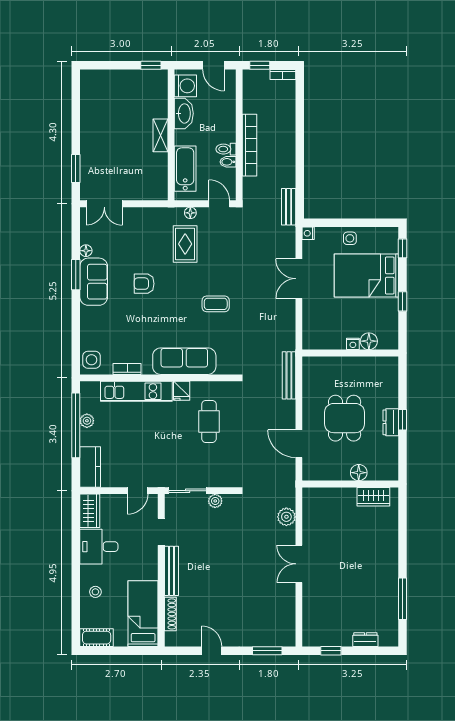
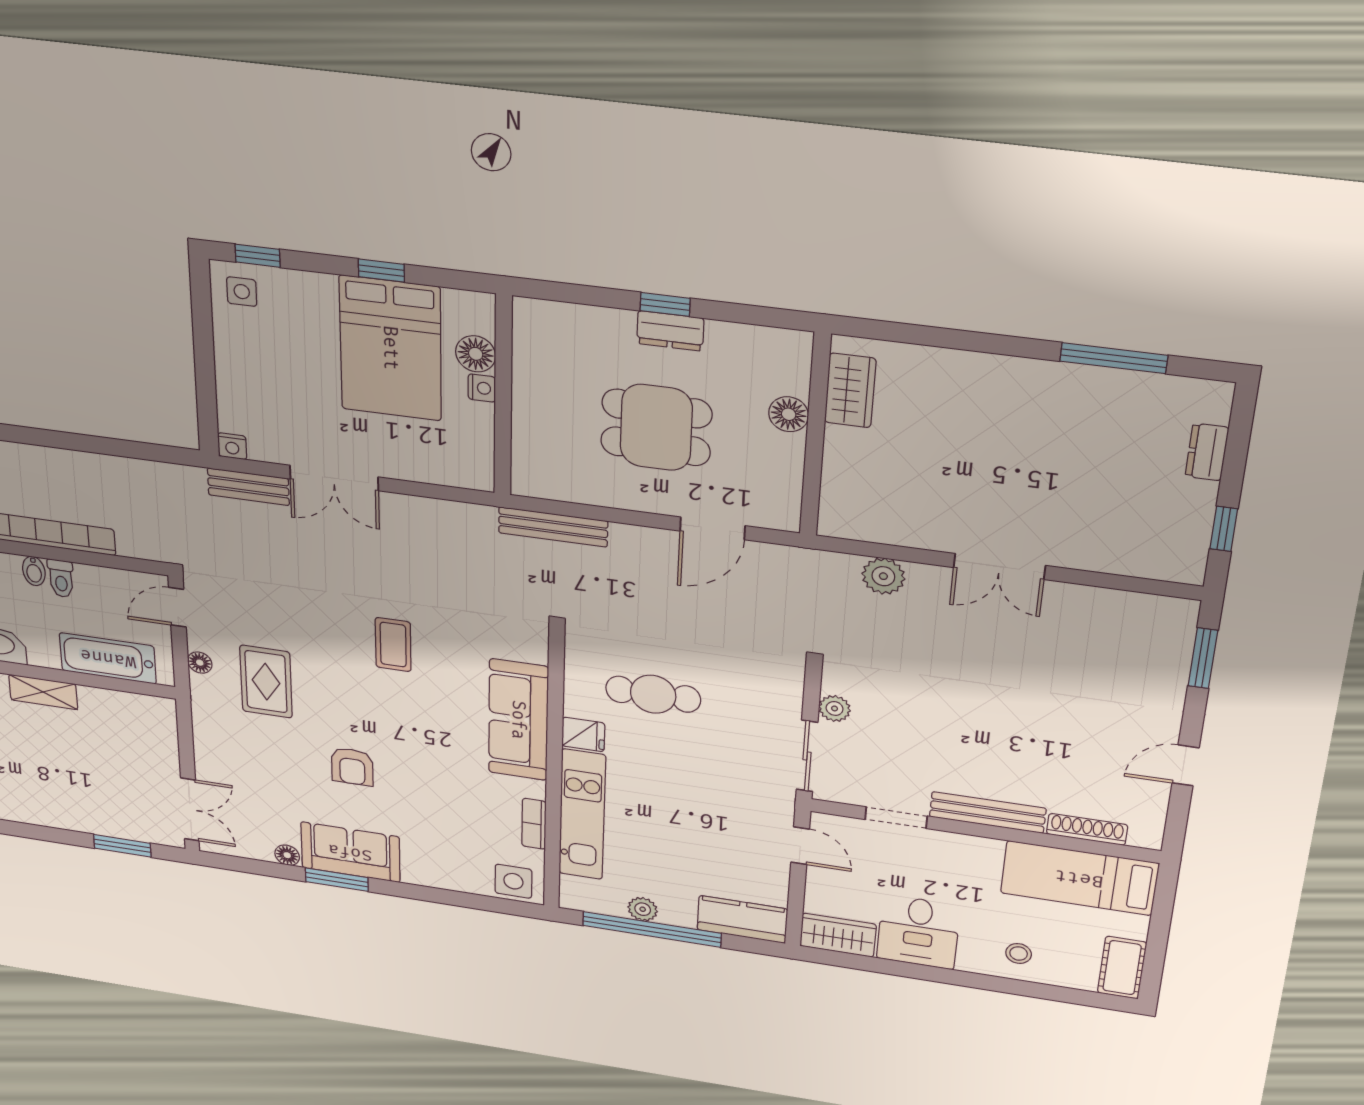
bidet: (228, 162) -> (34, 571), moved
bench: (289, 207) -> (248, 487), moved
side table: (350, 238) -> (242, 292), moved
rug: (185, 244) -> (266, 682), turned 90
bed: (366, 275) -> (390, 348), moved

